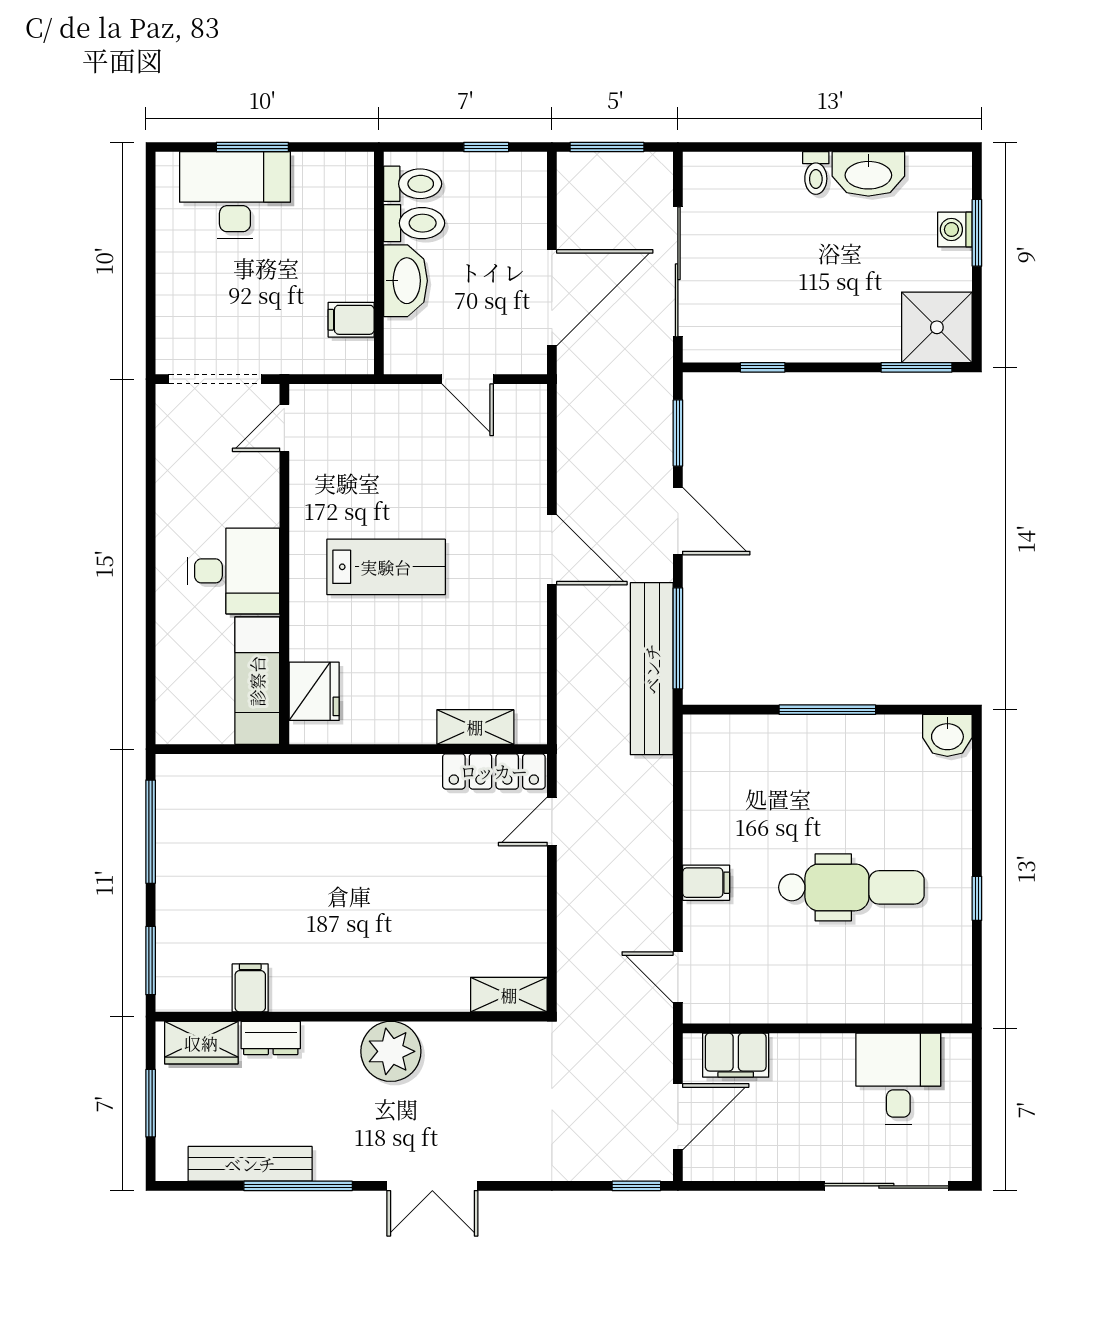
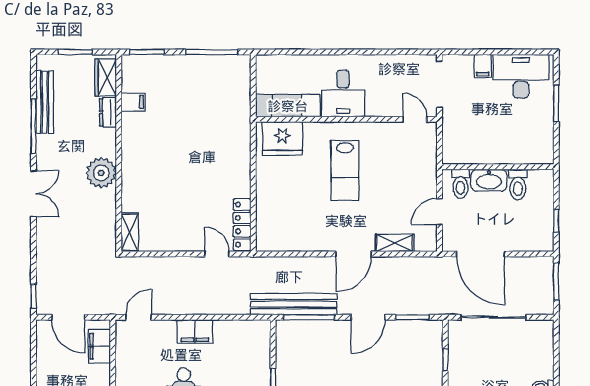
toilet: (413, 184) -> (460, 184), moved
desk: (235, 195) -> (521, 76), moved, turned -90
filing cabinet: (351, 320) -> (483, 66), moved, turned 180
fridge: (314, 691) -> (282, 139), width x1.36, depth x1.34
shelving: (475, 727) -> (395, 243), moved, turned 90
filing cabinet: (706, 883) -> (195, 331), width x2.00
double door: (432, 1186) -> (34, 194), swing flipped

